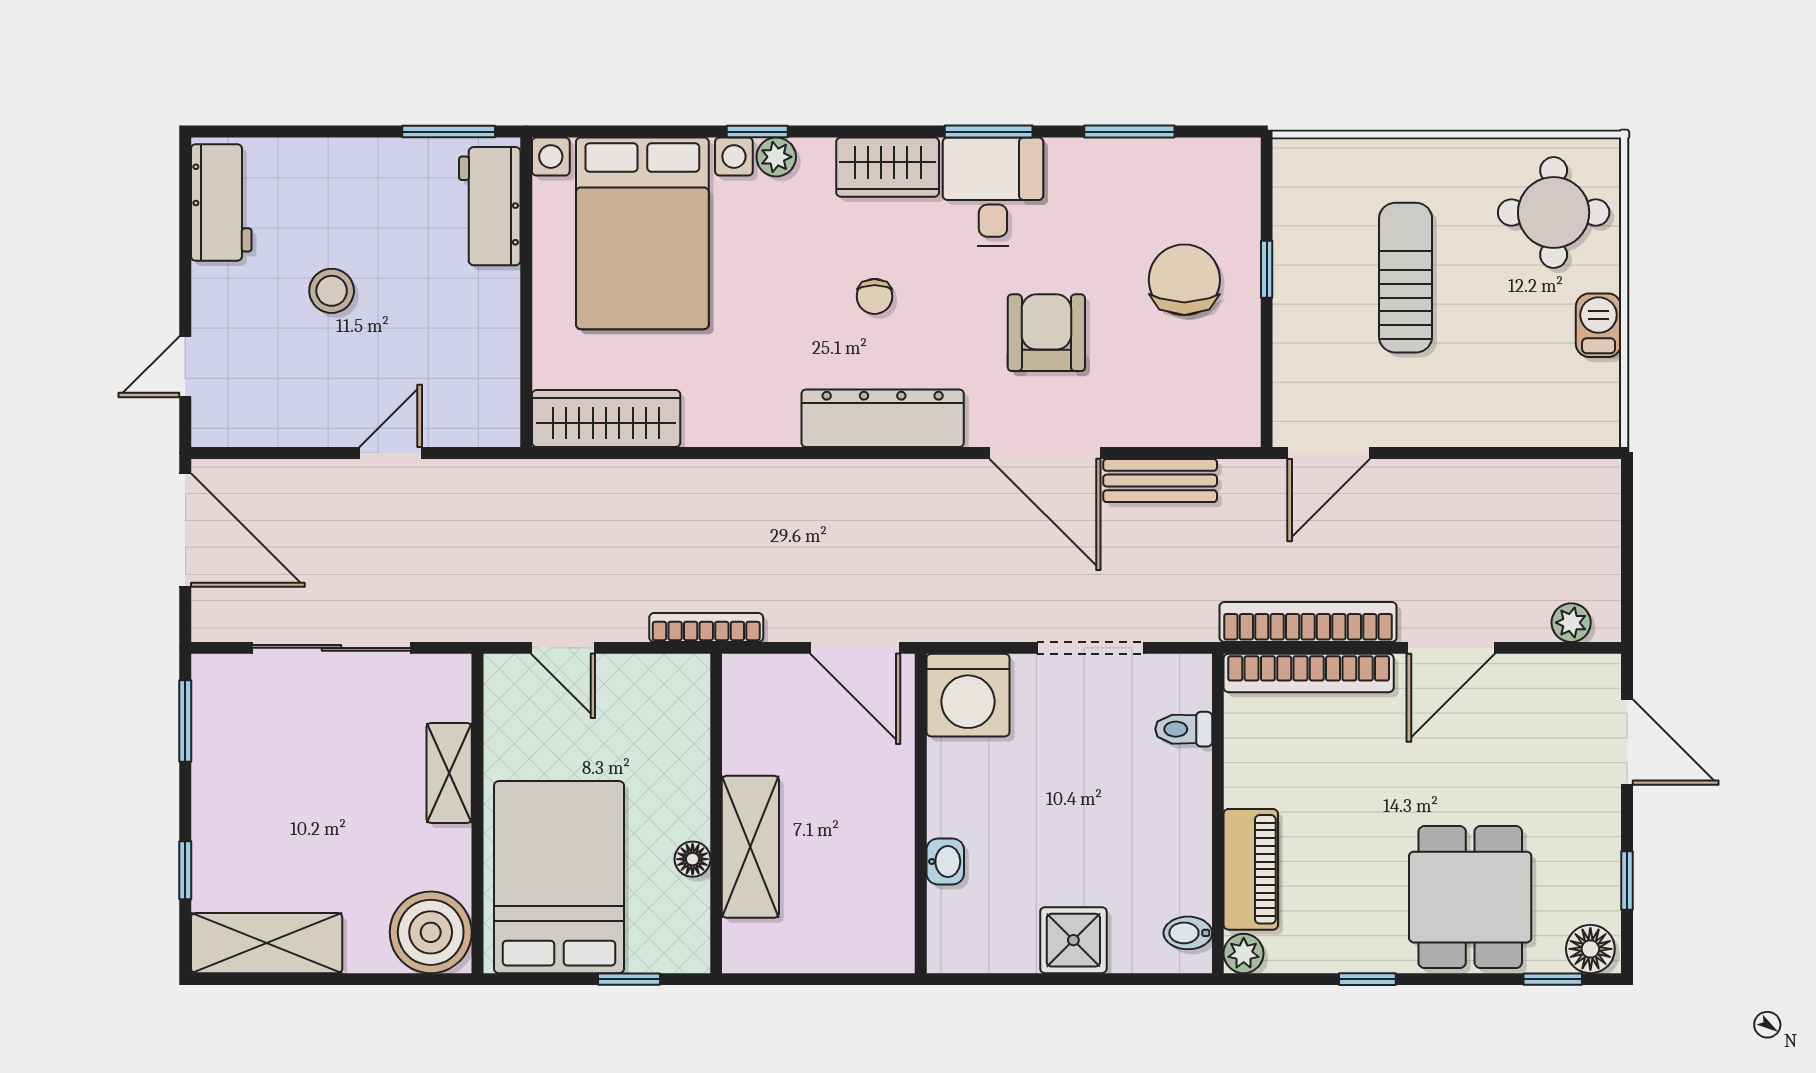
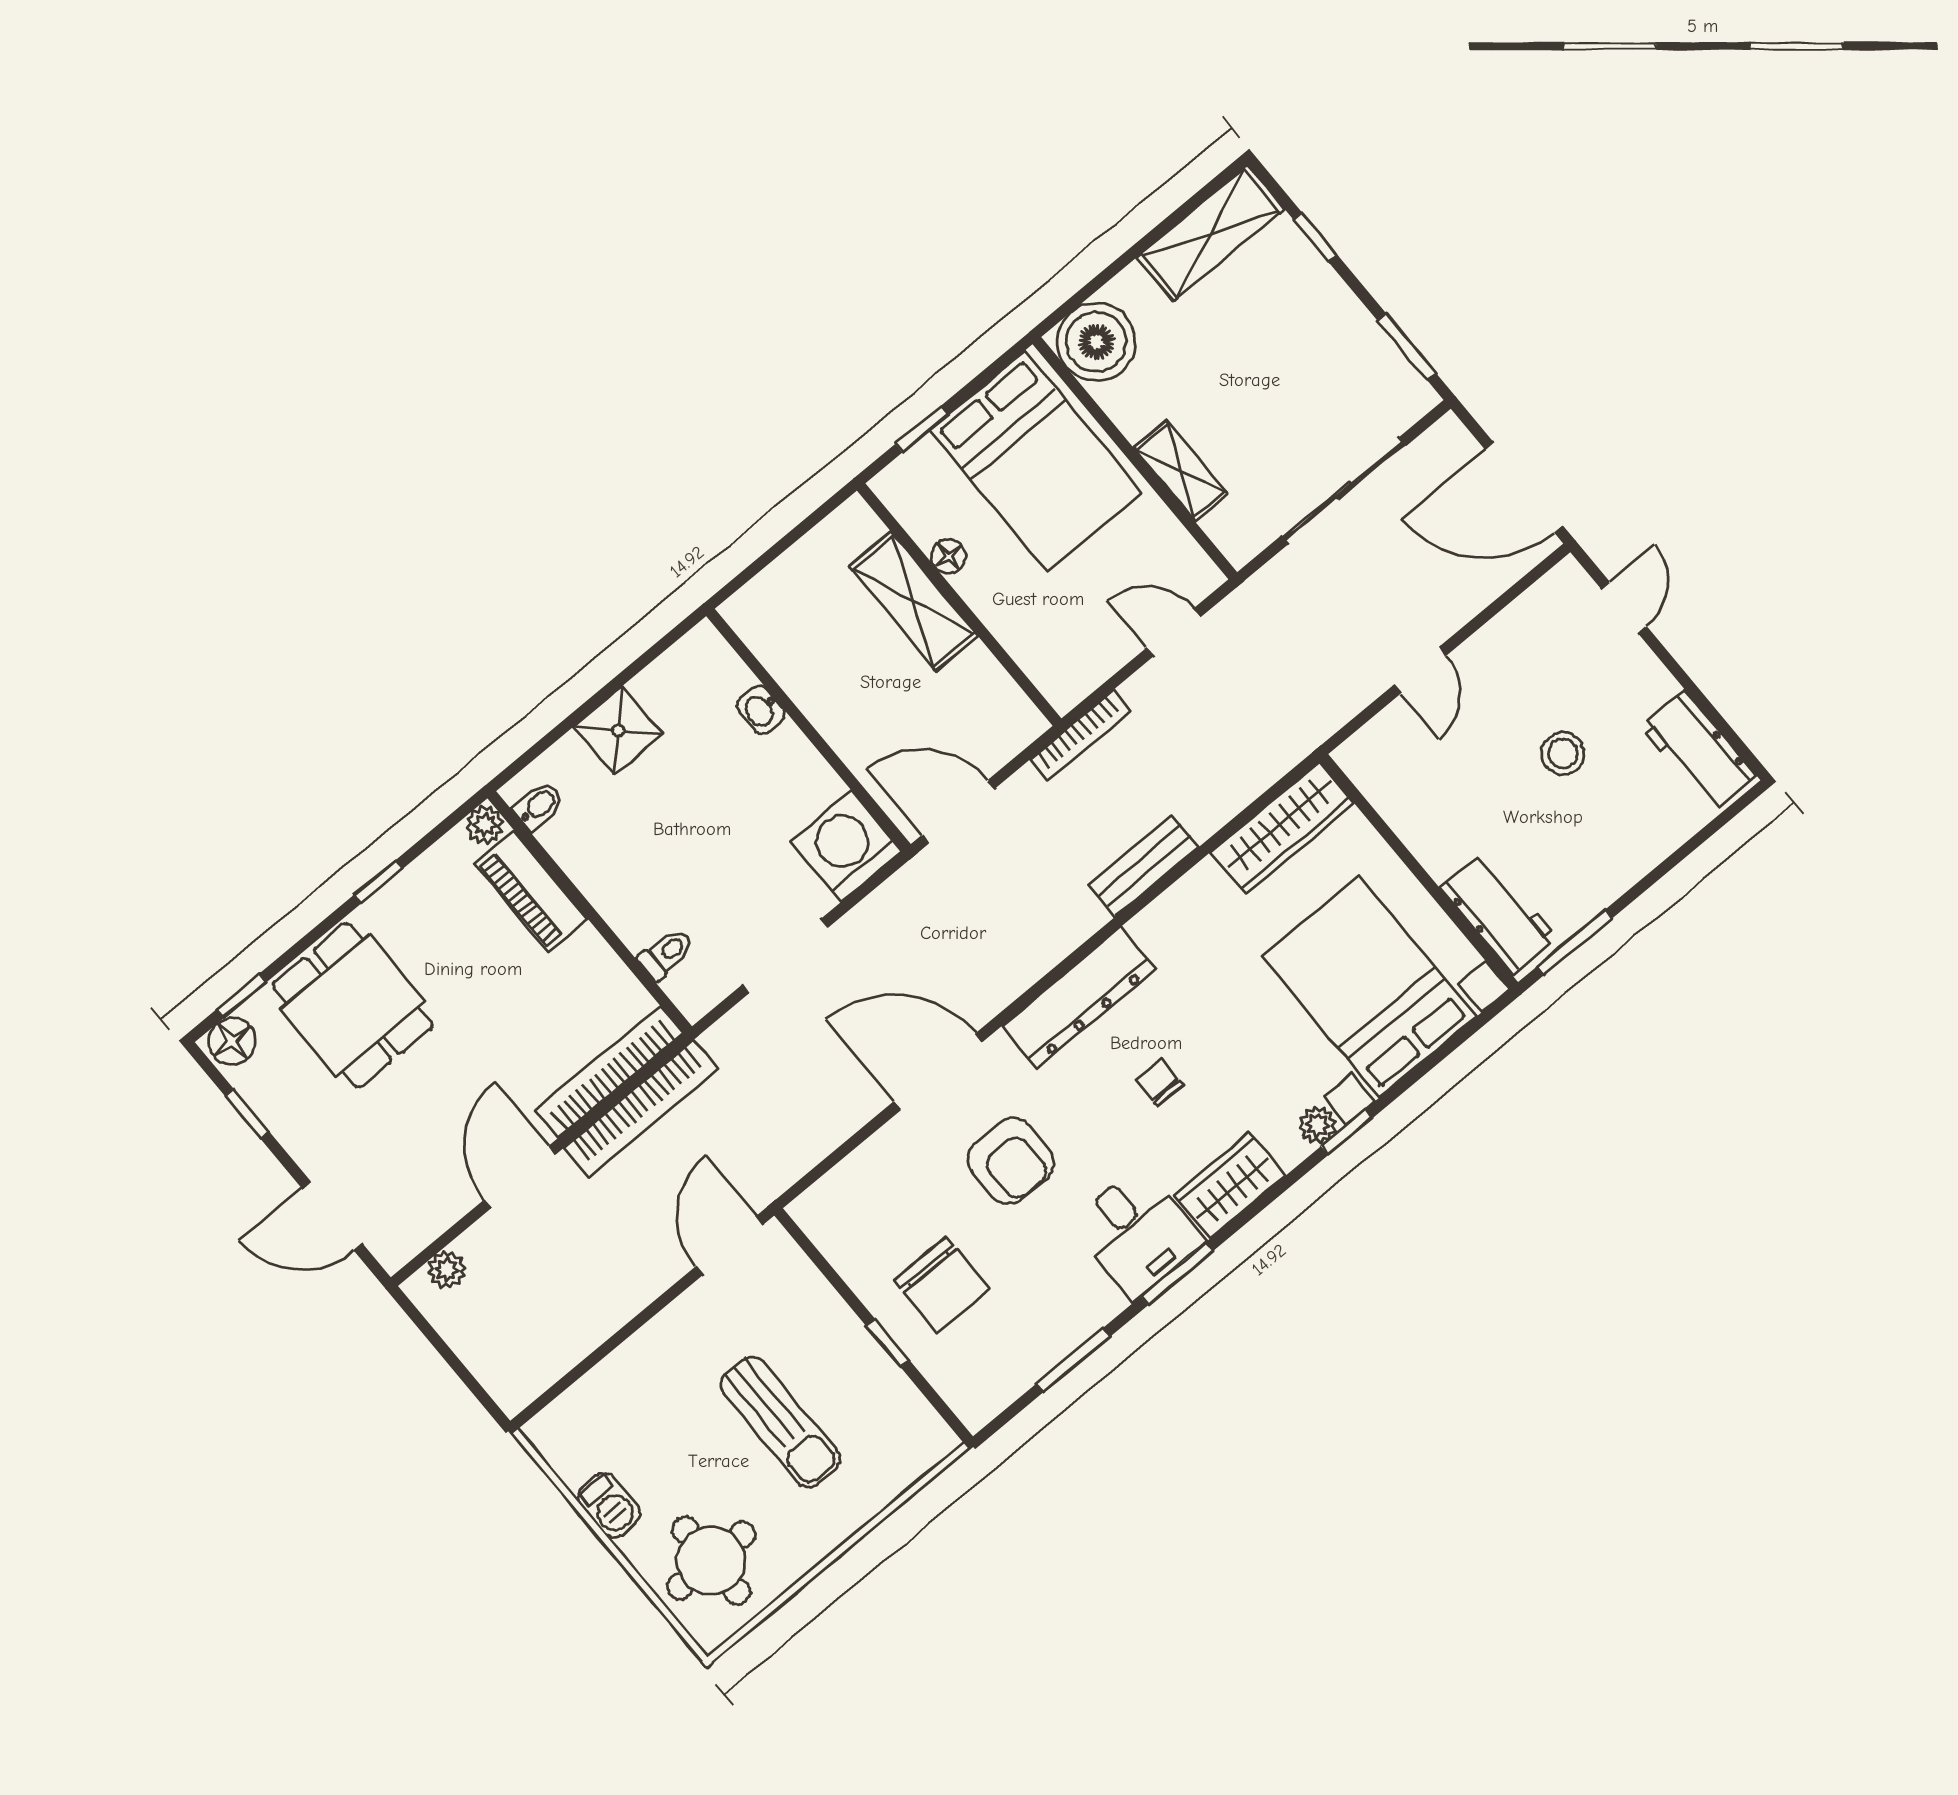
bench: (1160, 481) -> (1144, 866), moved

